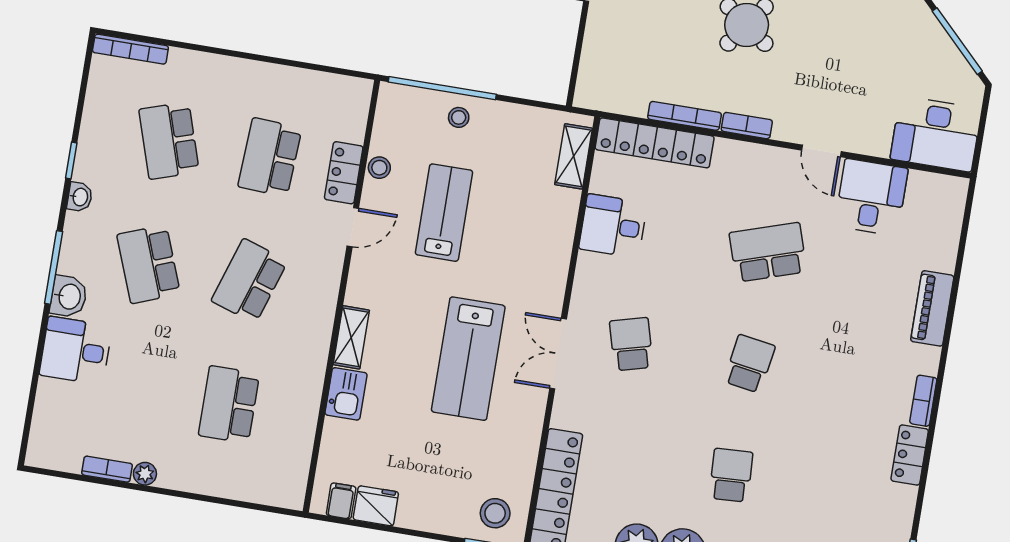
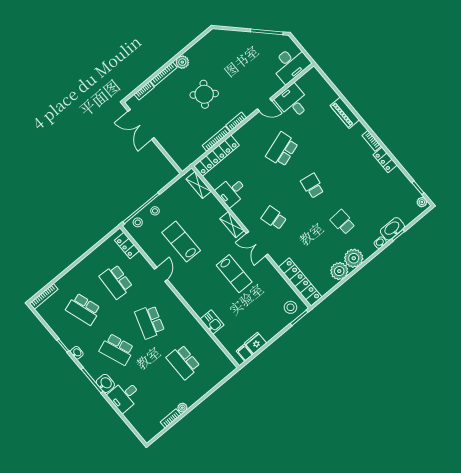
stool: (379, 168) -> (138, 222), moved
locker: (344, 173) -> (127, 245), moved
shelving: (351, 337) -> (232, 225), moved
lab bench: (468, 359) -> (234, 274), width x0.73, depth x0.72

